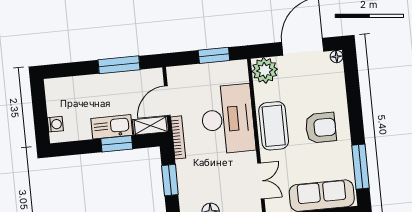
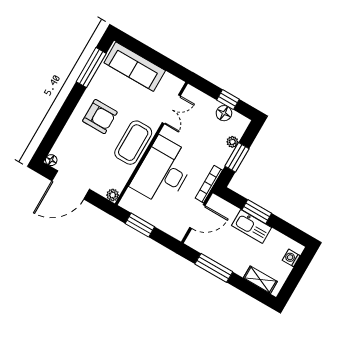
plant: (265, 70) -> (113, 195), width x0.53, depth x0.53
shelving: (151, 126) -> (260, 280), moved
armchair: (321, 128) -> (100, 117), turned 180
double door: (261, 181) -> (171, 109), swing flipped
plant: (184, 191) -> (232, 142), added

